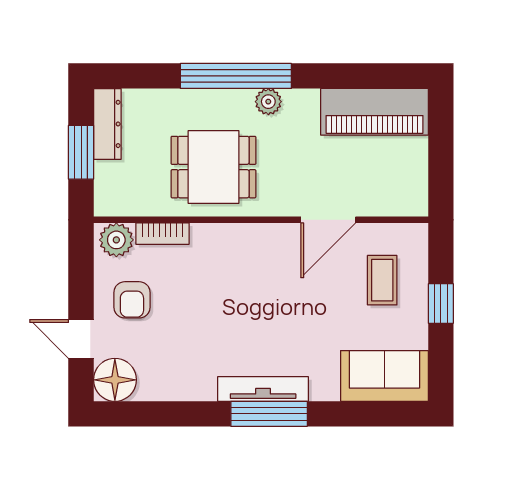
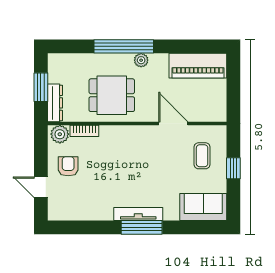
dresser: (107, 124) -> (55, 103), moved
door: (328, 220) -> (173, 123), swing flipped
armchair: (132, 300) -> (68, 166), turned 180
floor lamp: (115, 380) -> (59, 209), removed

